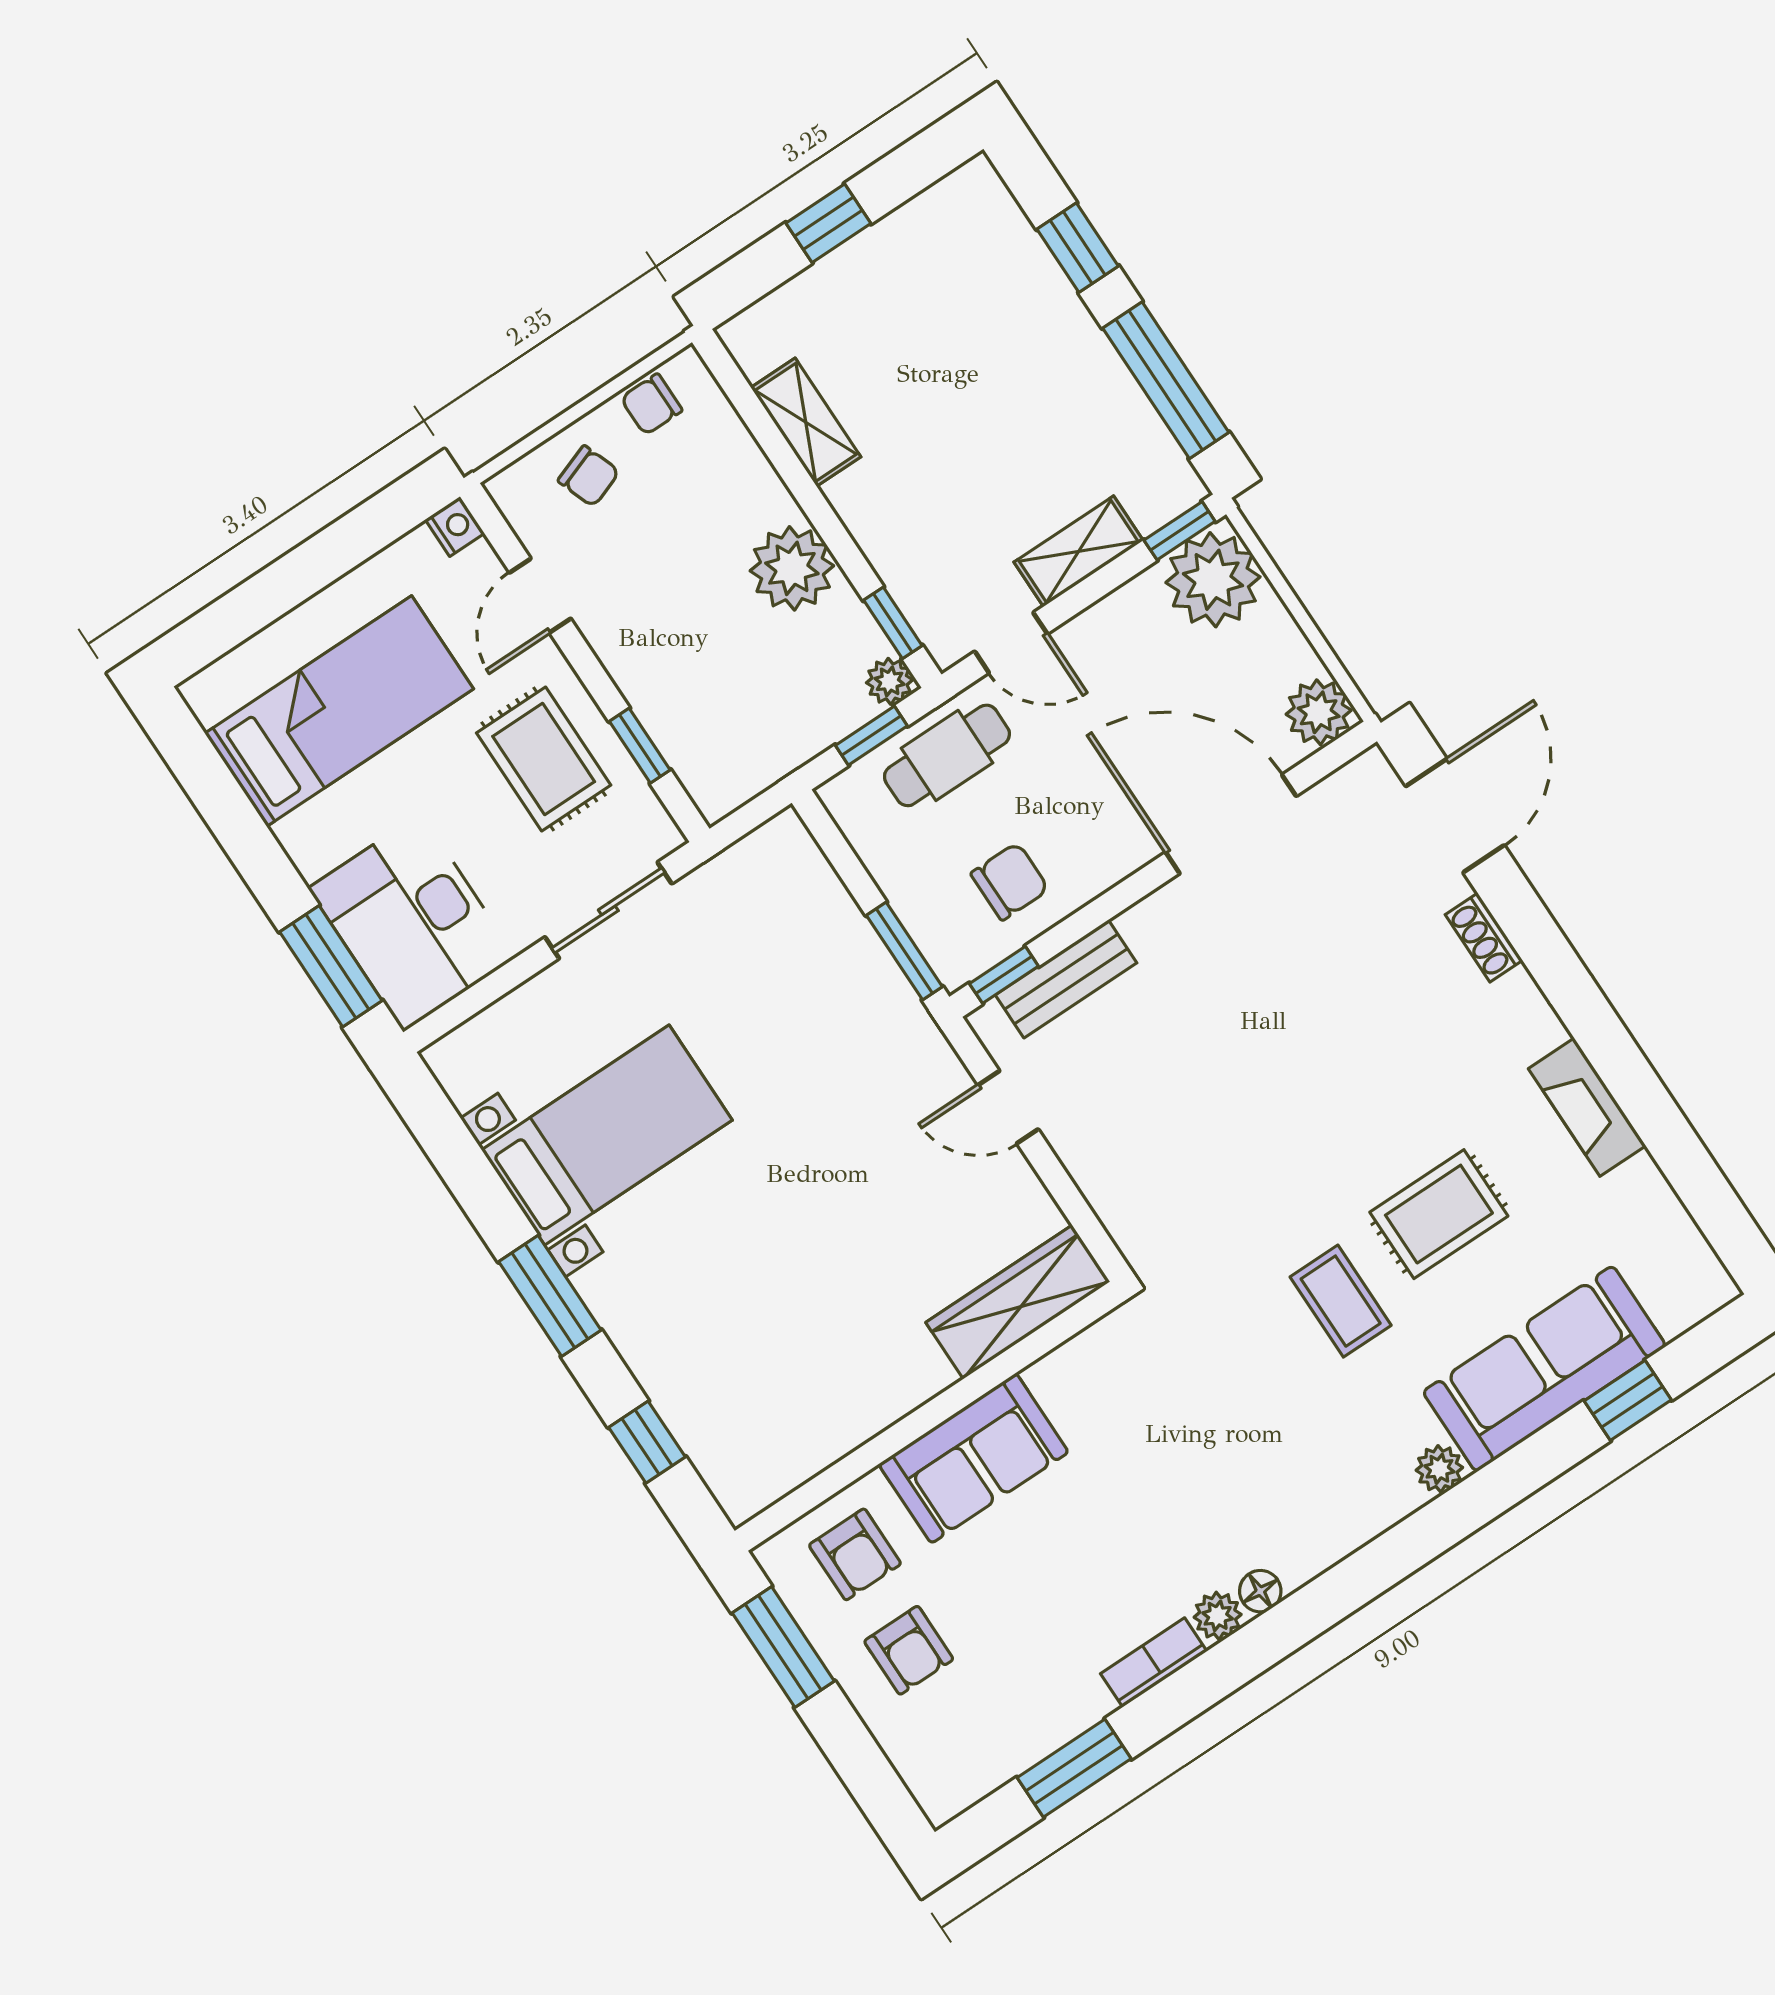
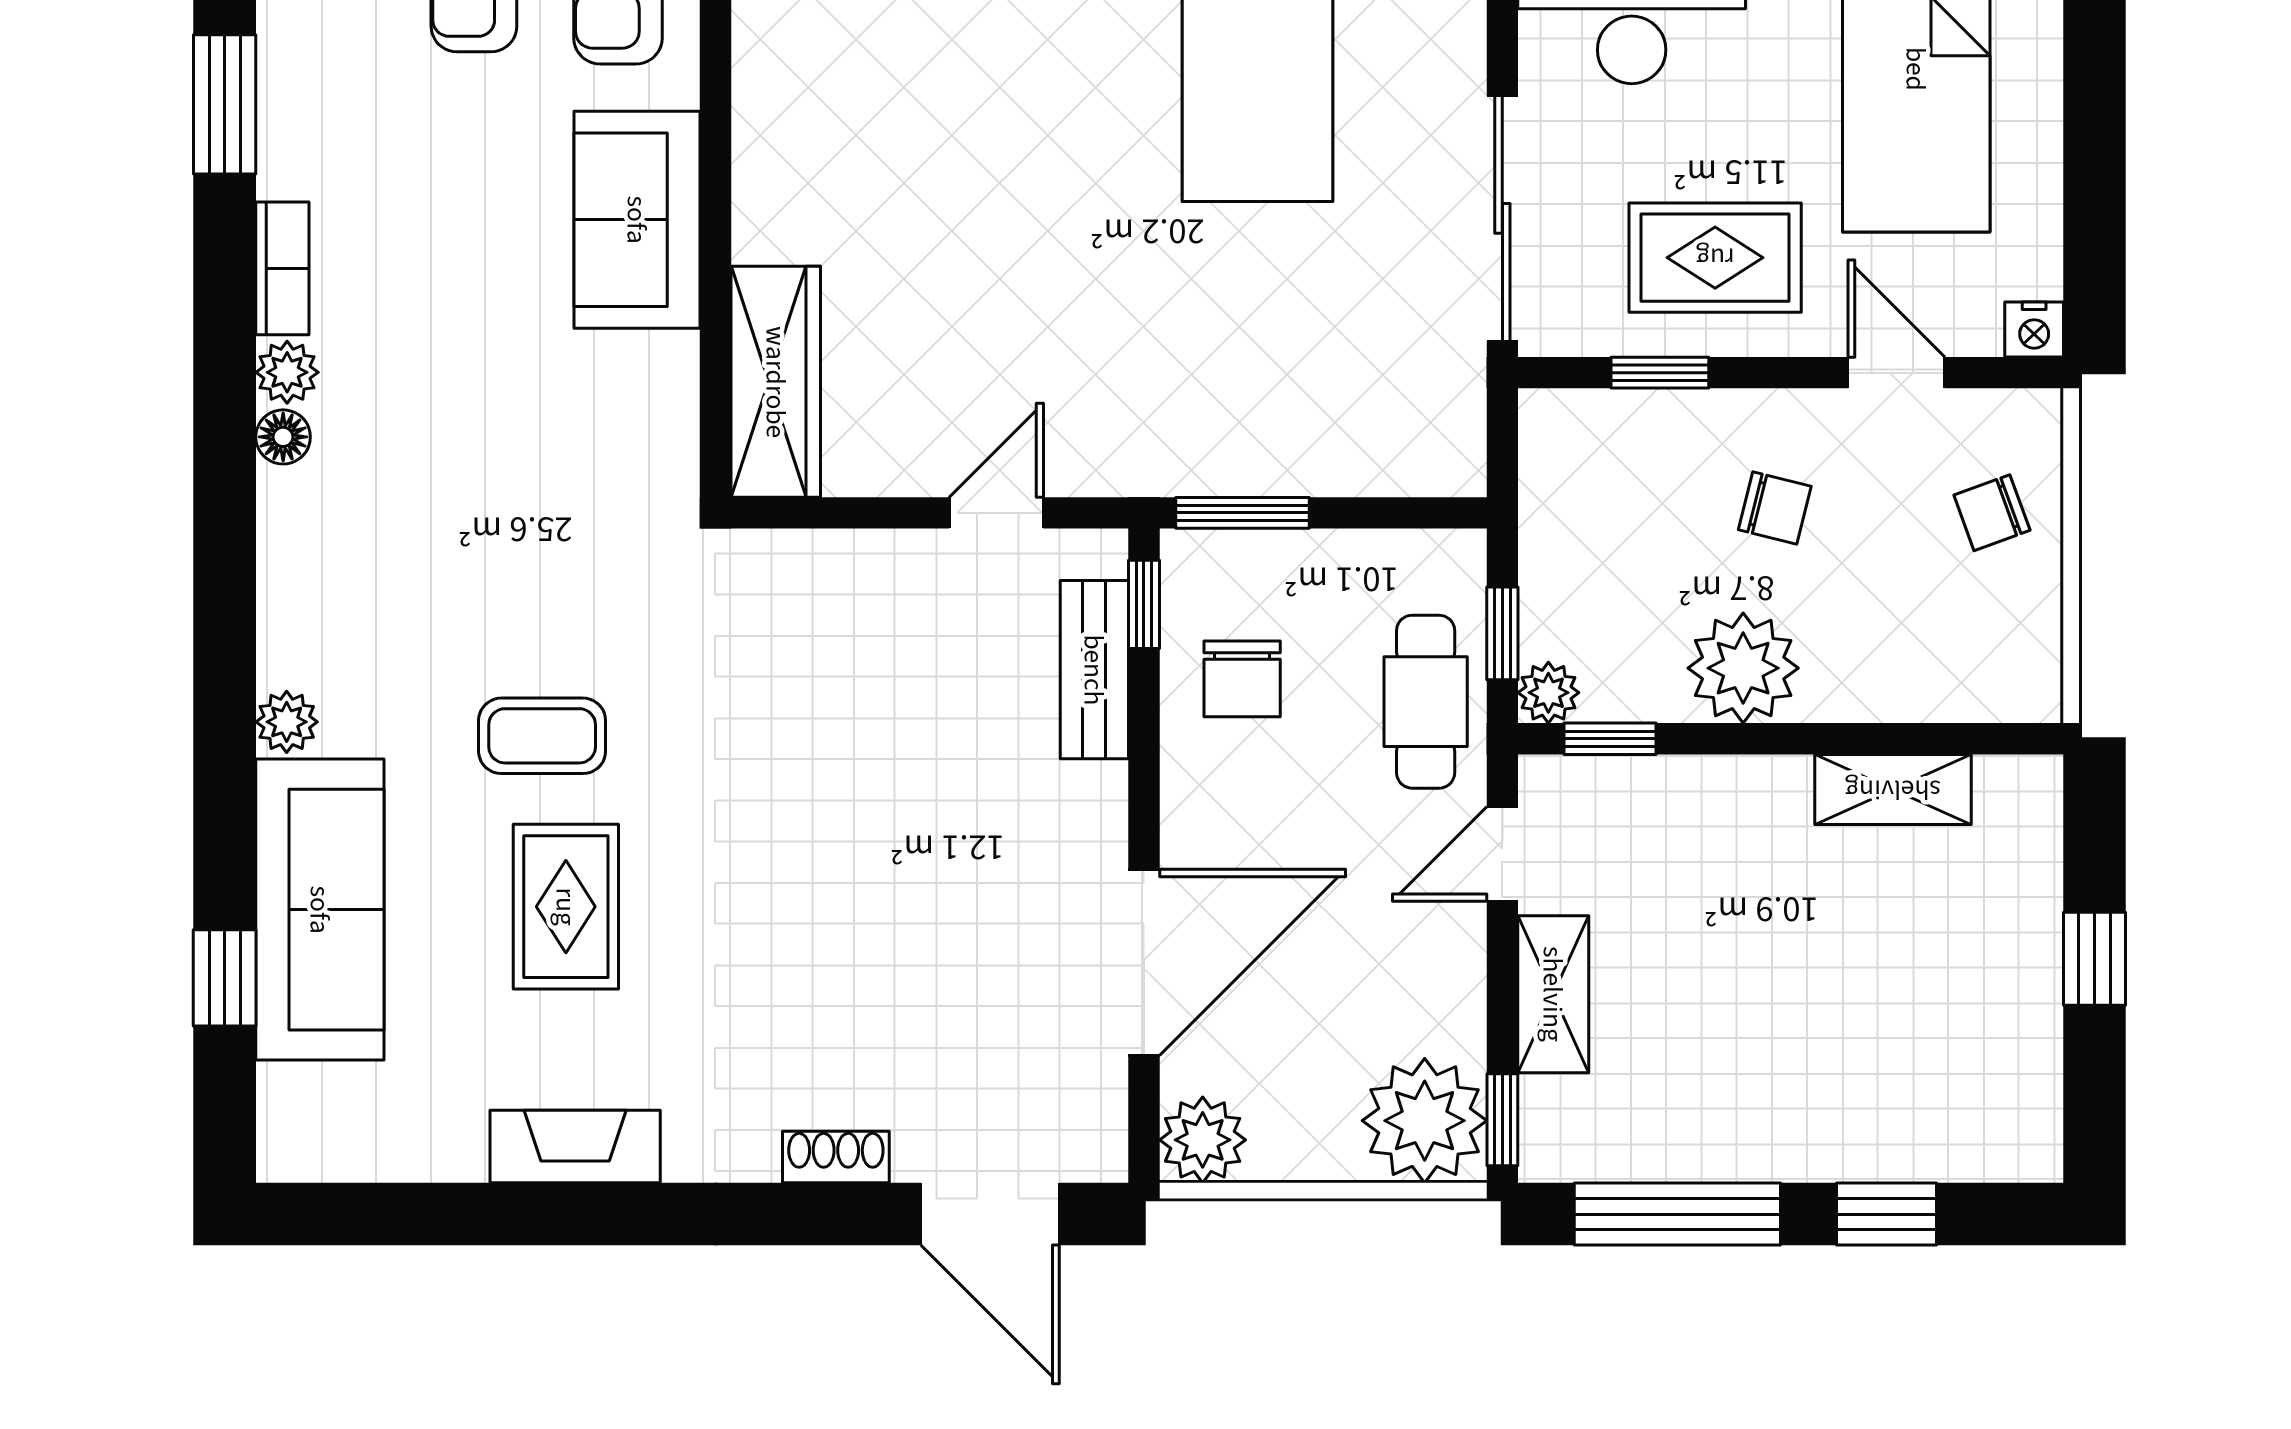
chair: (651, 404) -> (1775, 508), moved, turned 104
sliding door: (608, 910) -> (1502, 218), width x1.37

